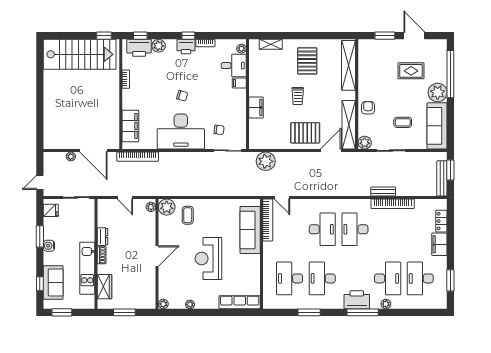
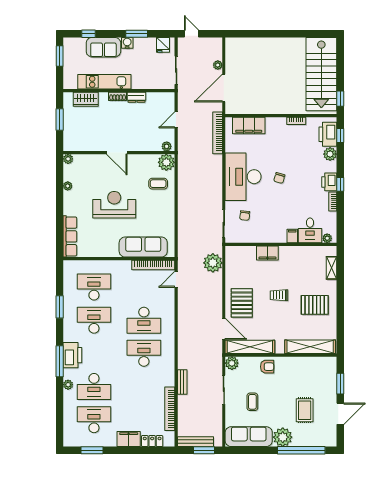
bookcase: (393, 204) -> (170, 409), moved
sofa: (53, 282) -> (103, 47), moved

